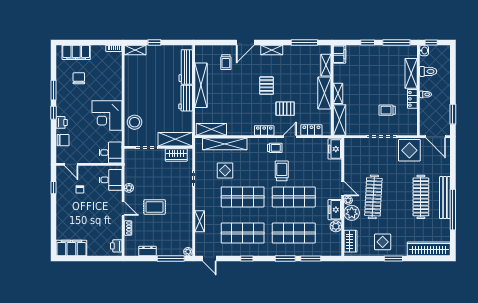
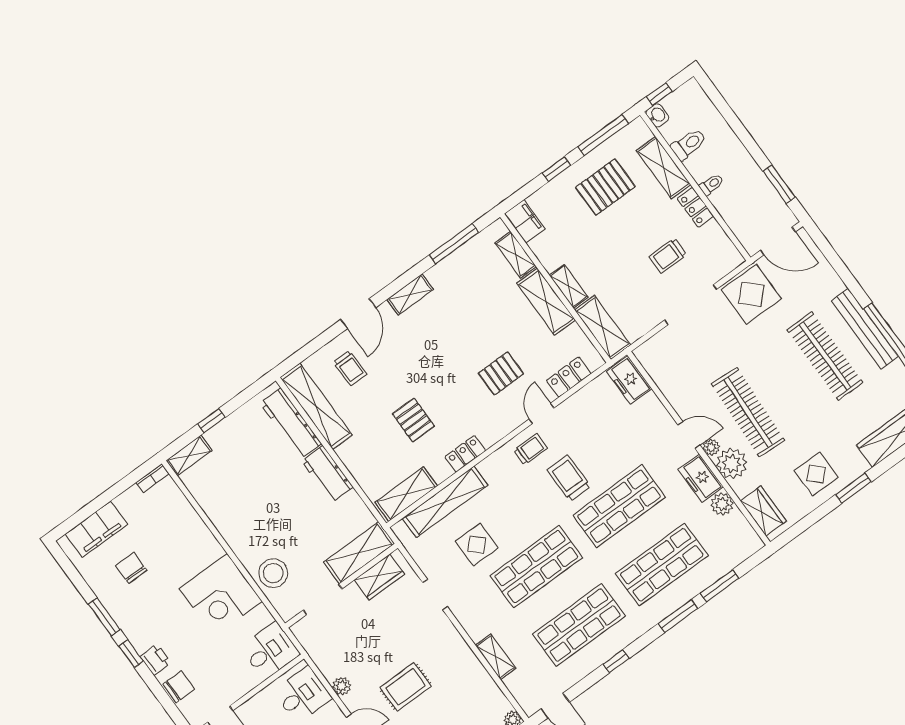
pallet: (382, 64) -> (605, 187), added
shelving: (201, 85) -> (316, 406), moved
pallet: (267, 86) -> (413, 420), moved
locker: (264, 131) -> (465, 454), moved

